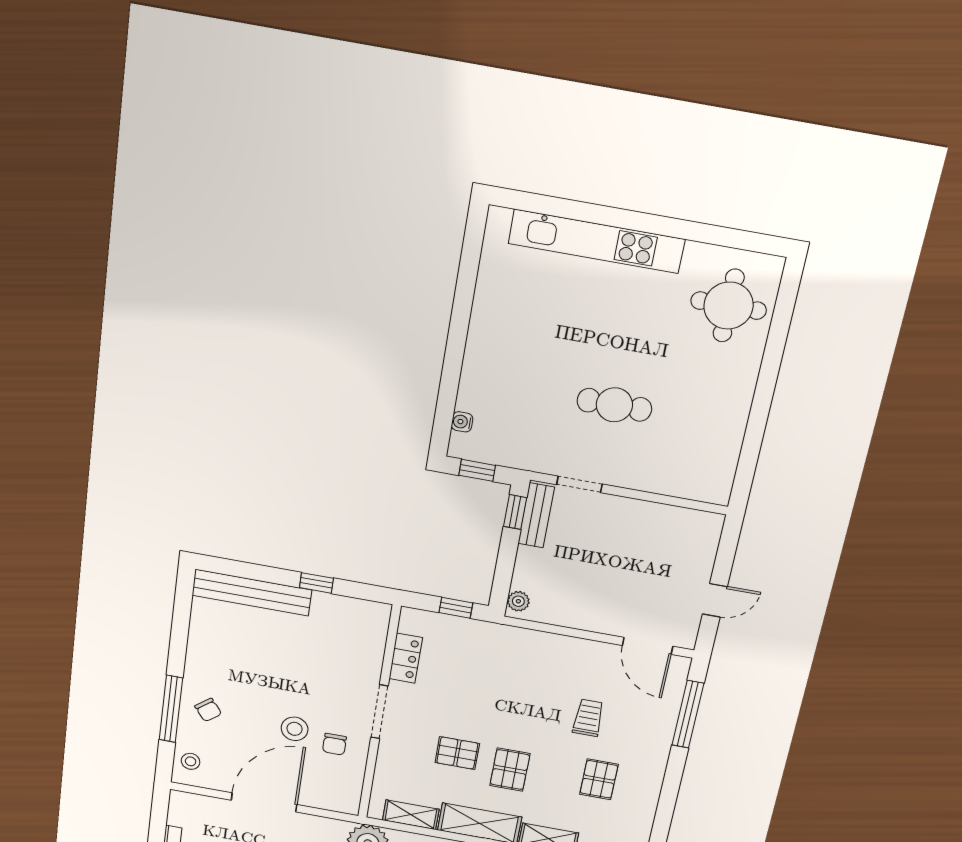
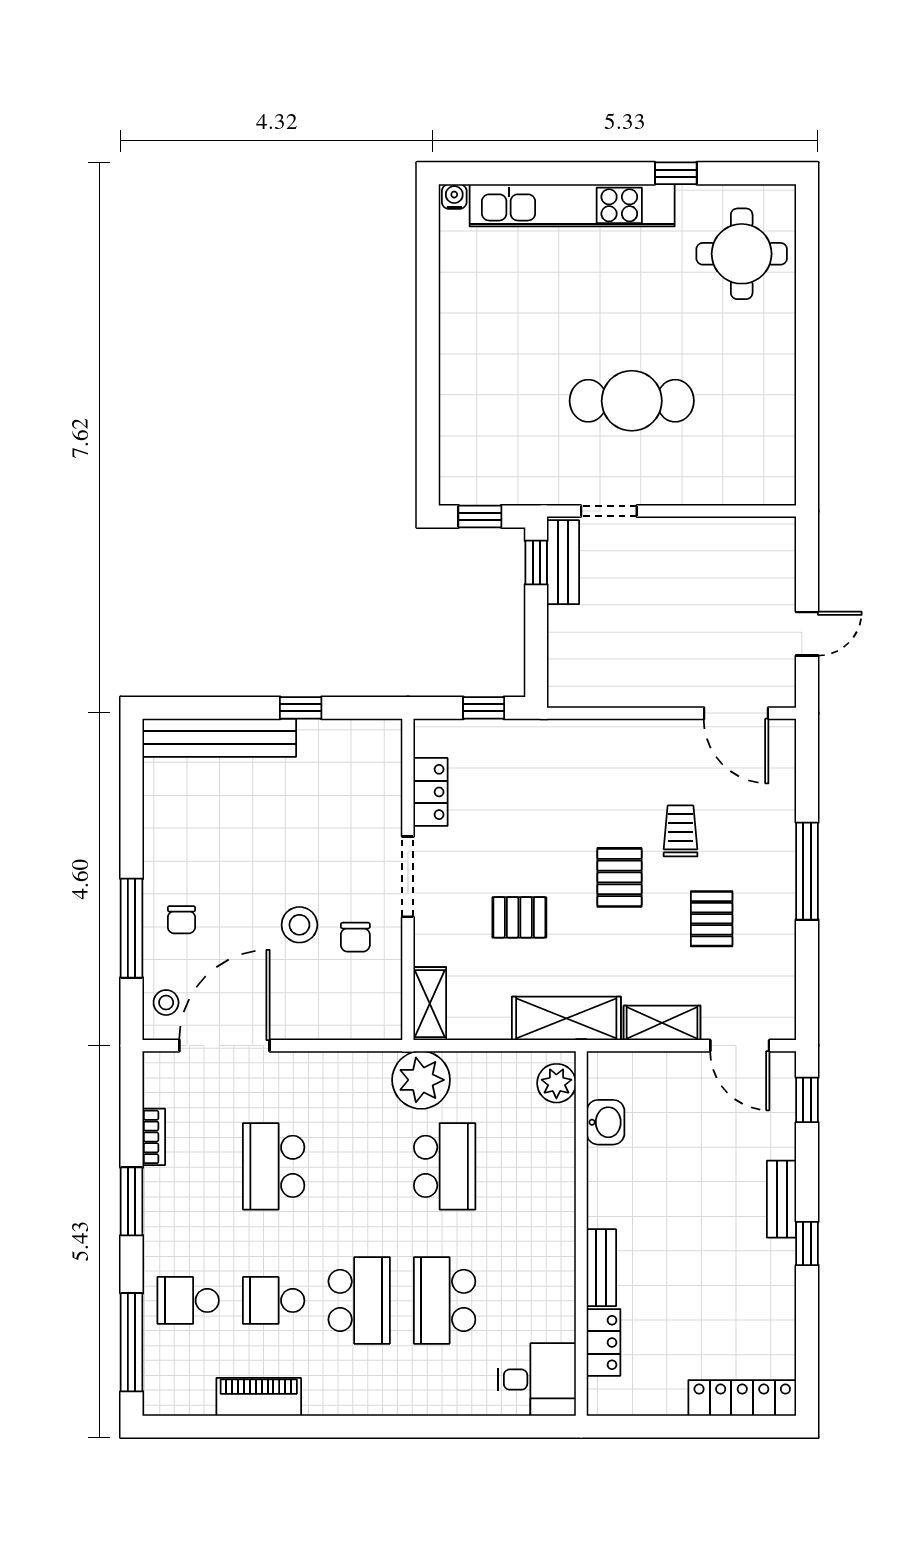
window: (688, 230) -> (676, 173), added
cafe table: (614, 405) -> (632, 401), width x1.37, depth x1.35
water cooler: (462, 422) -> (454, 197), moved, turned 90
plant: (518, 601) -> (561, 683), removed
chair: (208, 710) -> (181, 920), turned 38
window: (688, 714) -> (807, 871), moved
pallet: (510, 770) -> (619, 877), moved
door: (264, 802) -> (224, 1046), moved
shelving: (411, 815) -> (430, 1004), moved, turned 90

